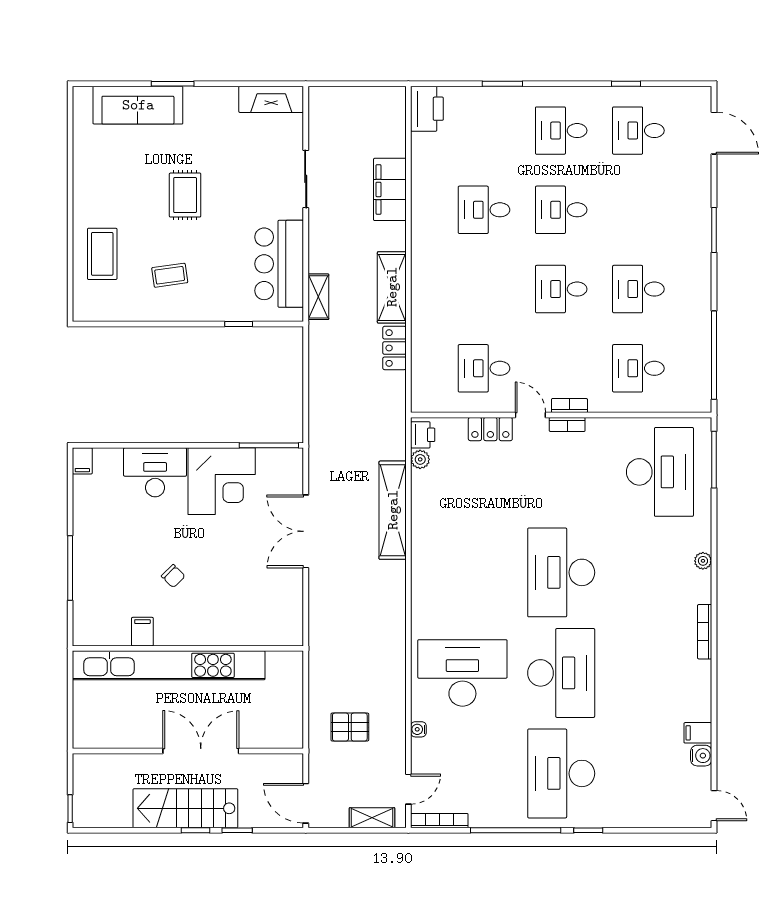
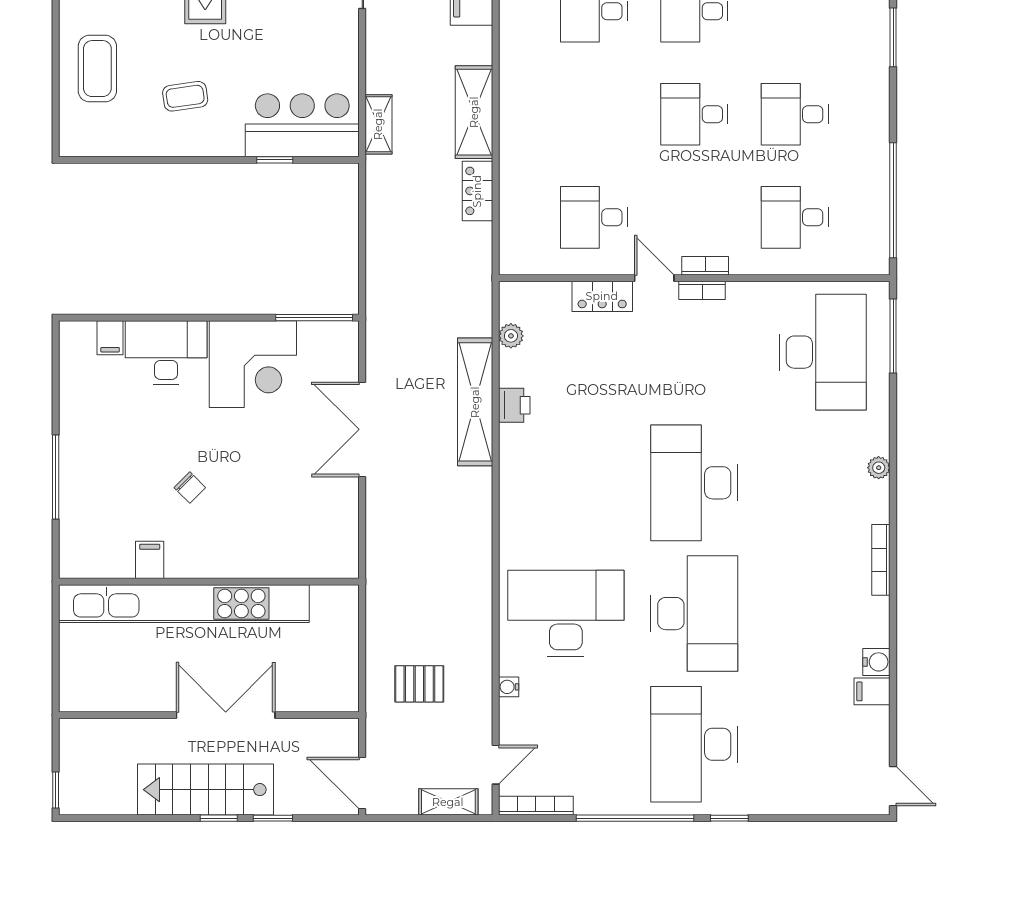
bar counter: (279, 264) -> (302, 125), moved, turned 90
printer: (423, 435) -> (514, 405), moved
filing cabinet: (82, 461) -> (110, 338), moved
water cooler: (701, 756) -> (876, 662), moved

